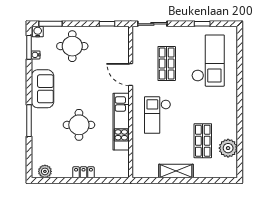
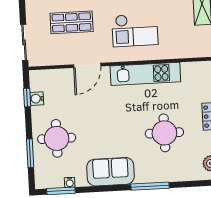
window: (50, 24) -> (30, 153), moved
water cooler: (38, 32) -> (37, 99), moved
round table: (79, 125) -> (164, 133), moved

